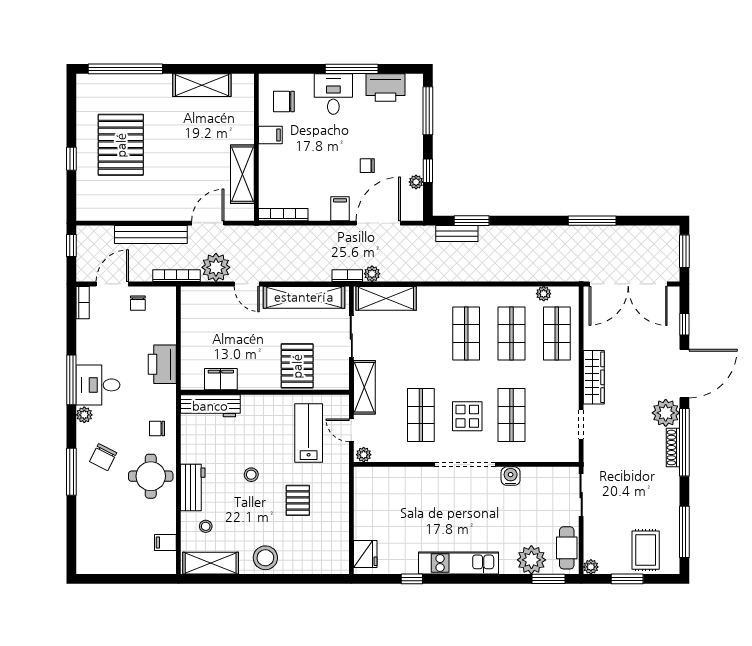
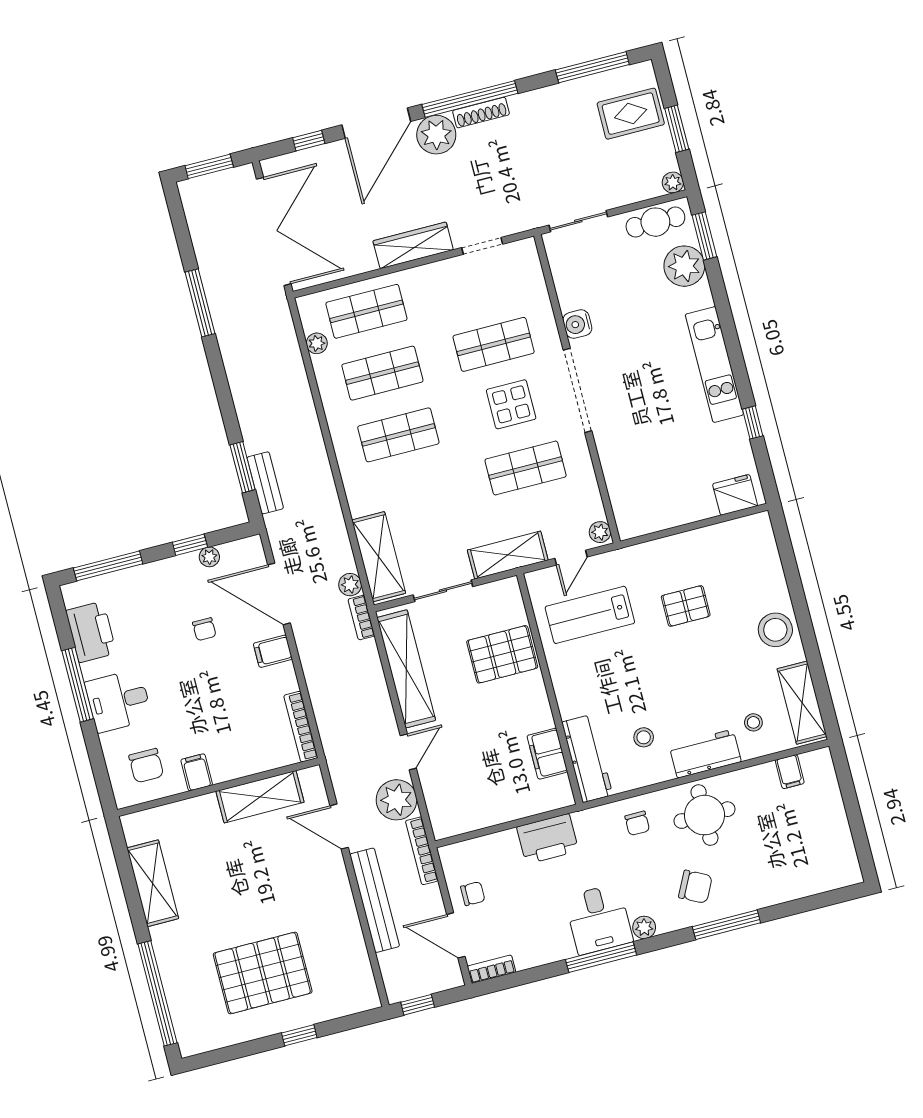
door: (684, 374) -> (376, 123), swing flipped
stool: (251, 475) -> (644, 737), moved

